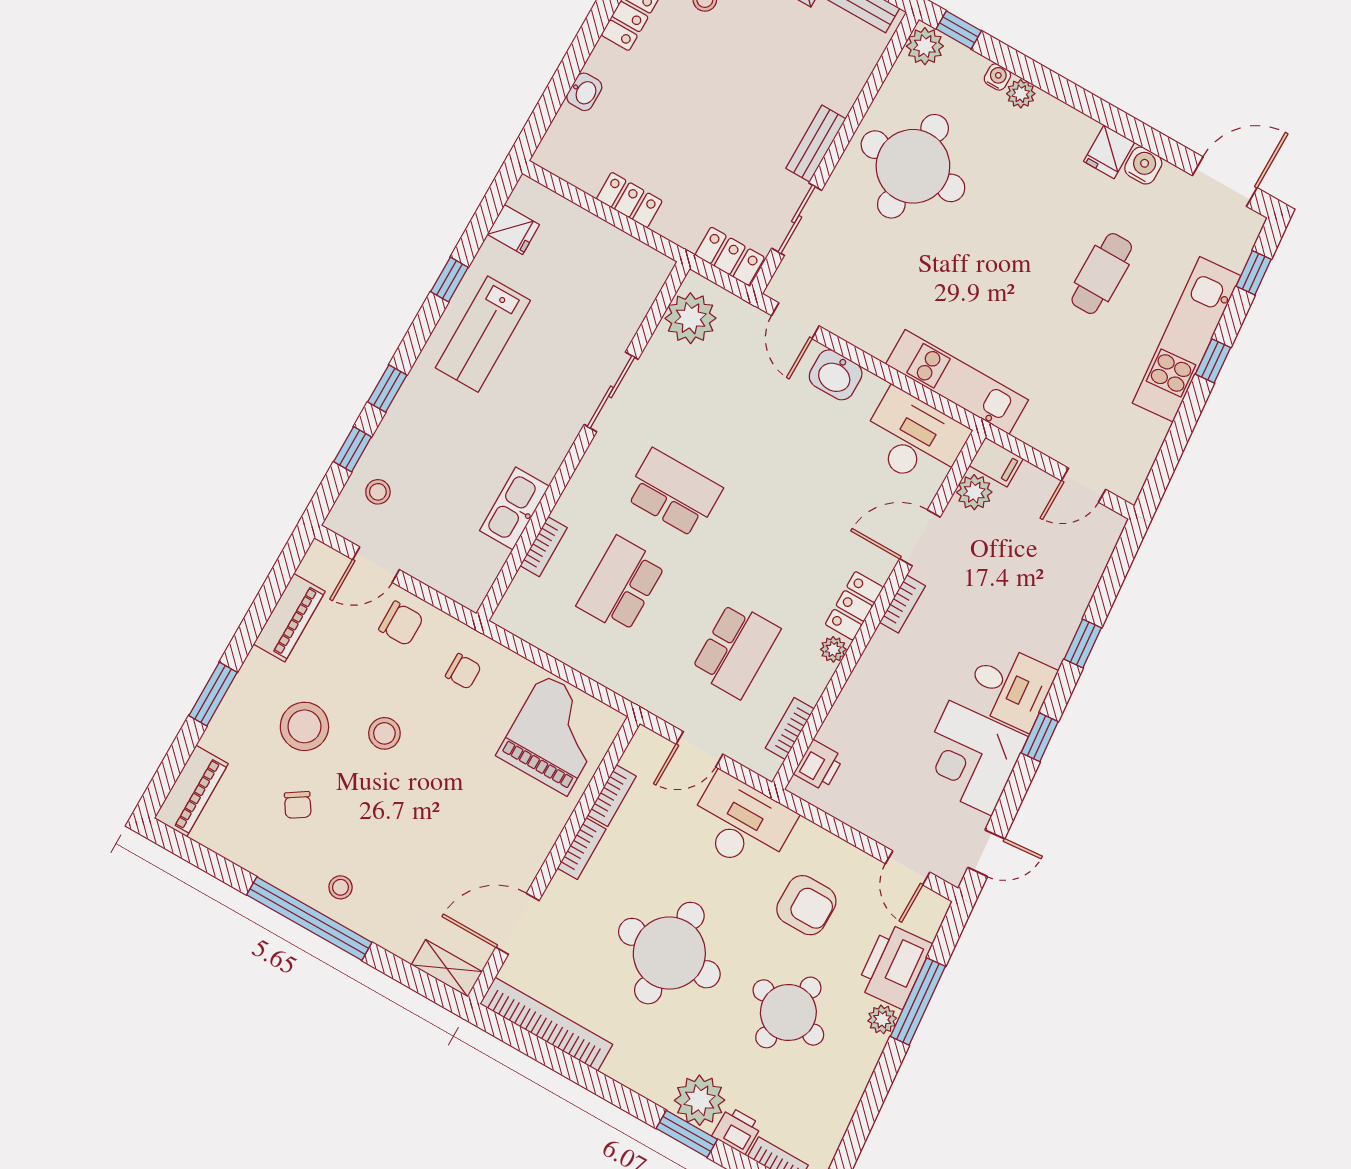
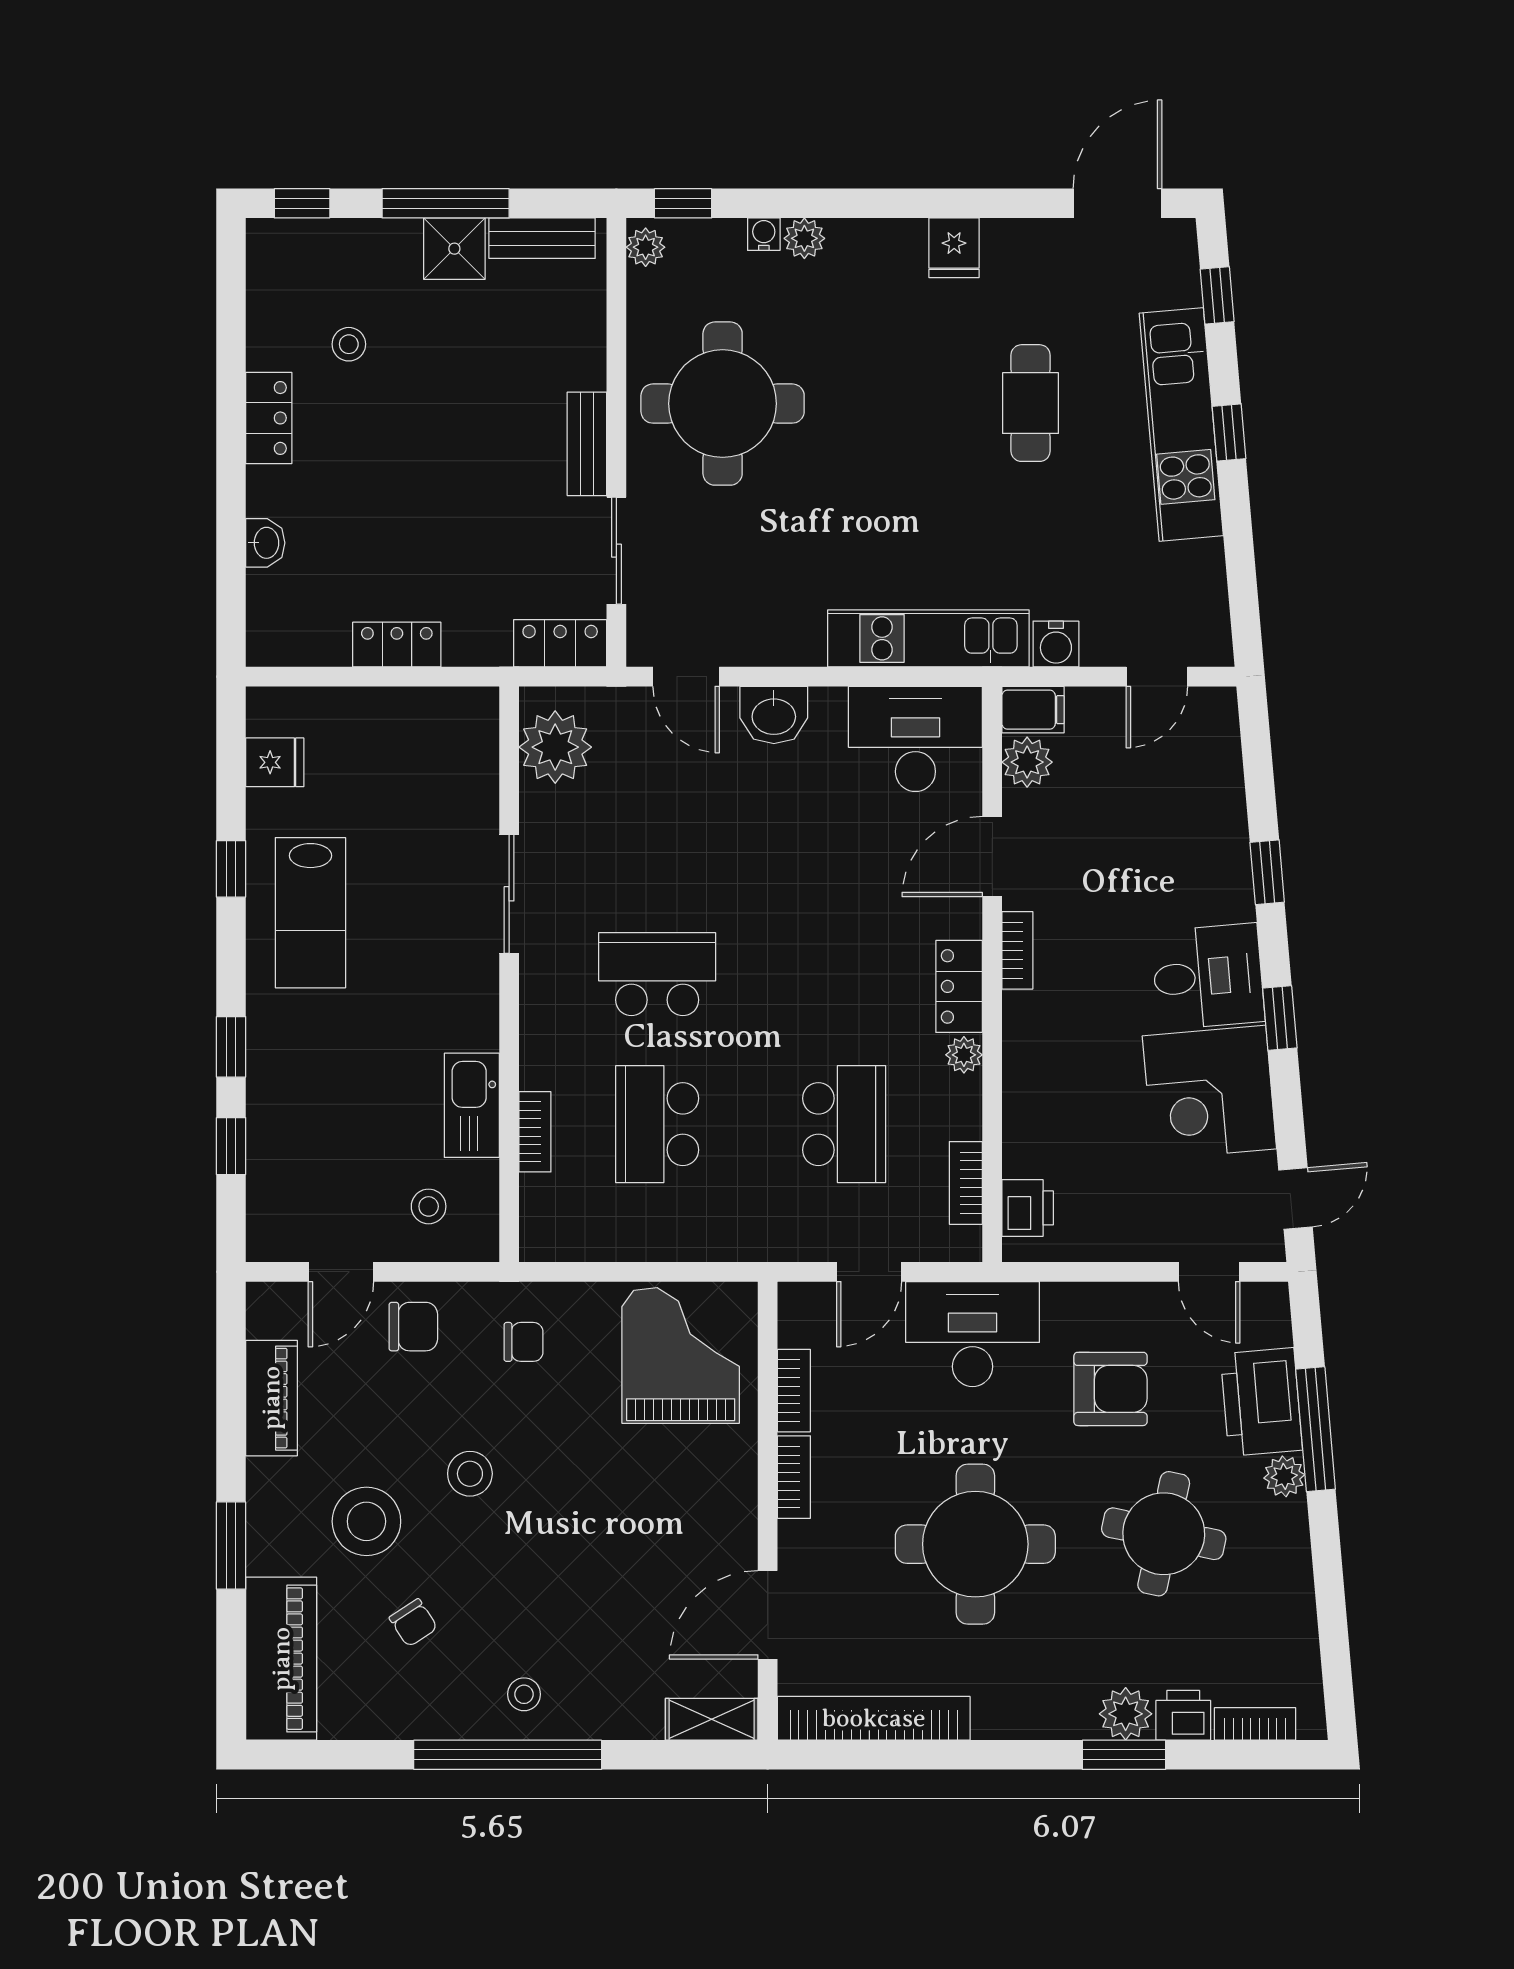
plant: (925, 46) -> (646, 247), width x0.73, depth x0.73
water cooler: (1143, 166) -> (1056, 644), moved, turned 180
stool: (378, 492) -> (429, 1206), moved
piano: (191, 791) -> (281, 1659), width x1.37, depth x1.33
plant: (700, 1100) -> (1126, 1714), width x0.73, depth x0.73

